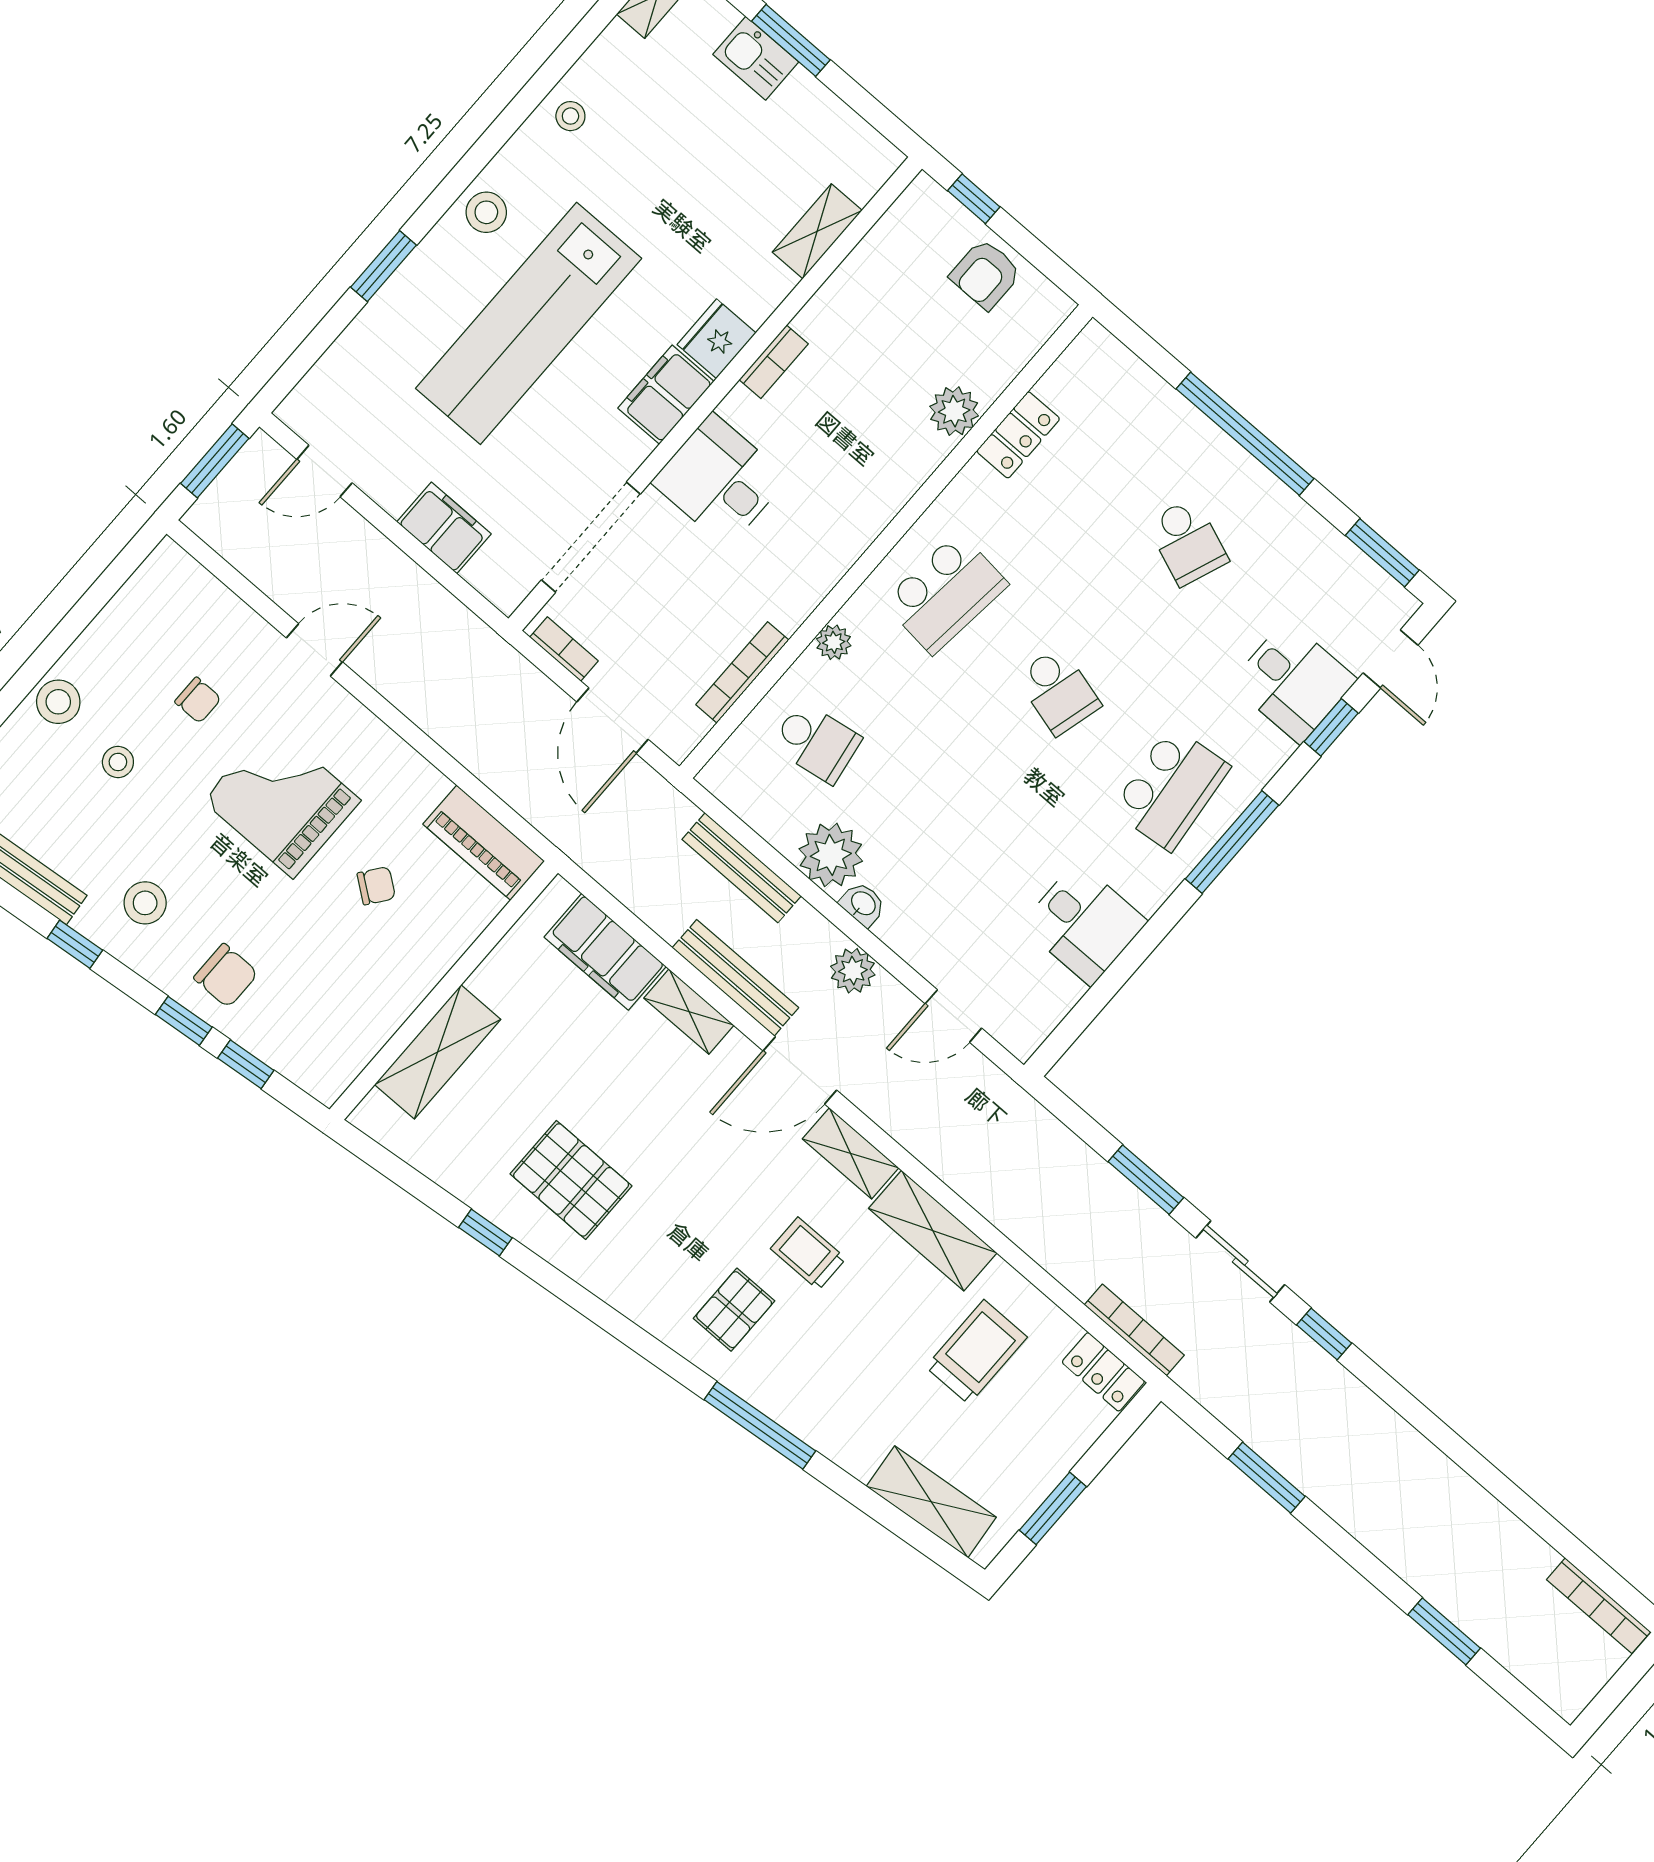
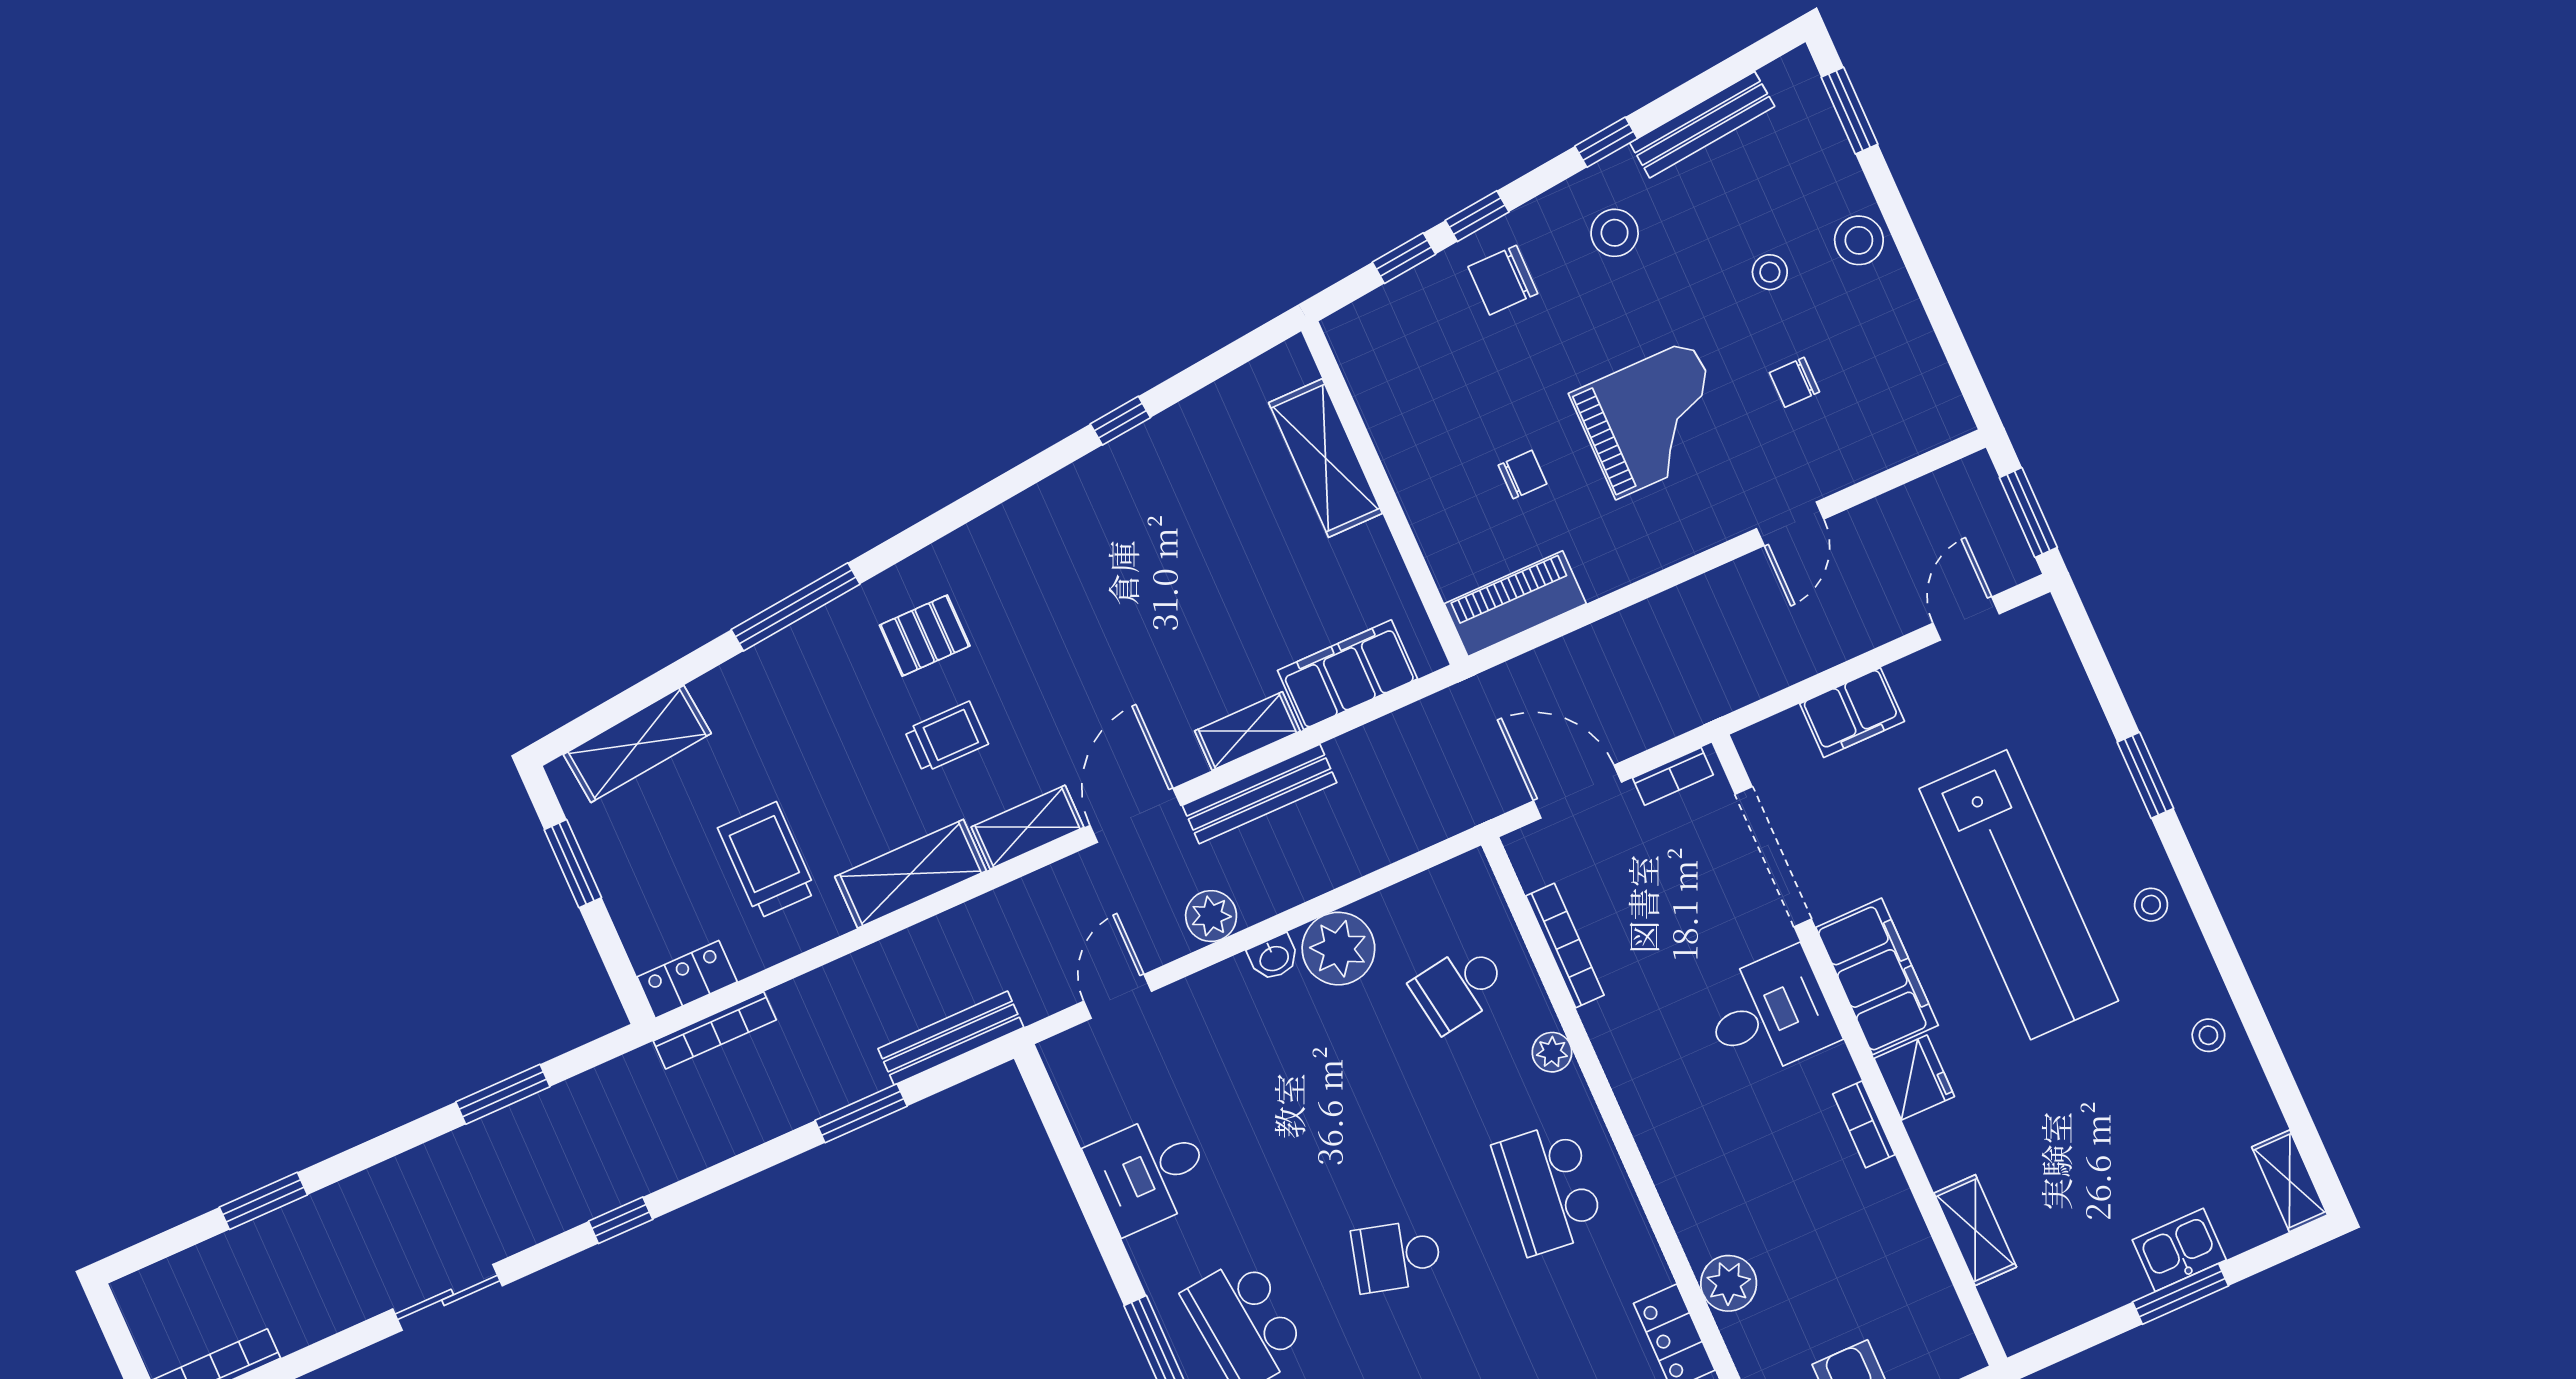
stool: (486, 212) -> (2151, 905), width x0.73, depth x0.73
lab bench: (529, 323) -> (2019, 895), turned 180
filing cabinet: (666, 395) -> (1877, 976), width x1.50, depth x1.17
bench: (742, 868) -> (951, 1038), moved
chair: (376, 886) -> (1523, 475), turned -127
pallet: (571, 1180) -> (1133, 532), removed
sliding door: (1240, 1261) -> (448, 1297), moved
pallet: (734, 1310) -> (925, 636), turned 90
trolley: (976, 1352) -> (767, 860), turned 180

